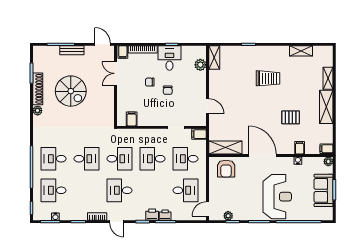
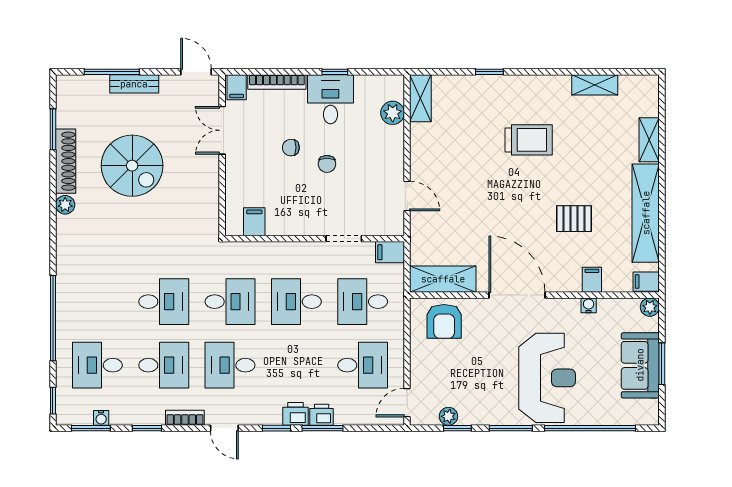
shelving: (326, 107) -> (646, 213), width x1.47
desk: (54, 159) -> (164, 365), moved, turned 180

